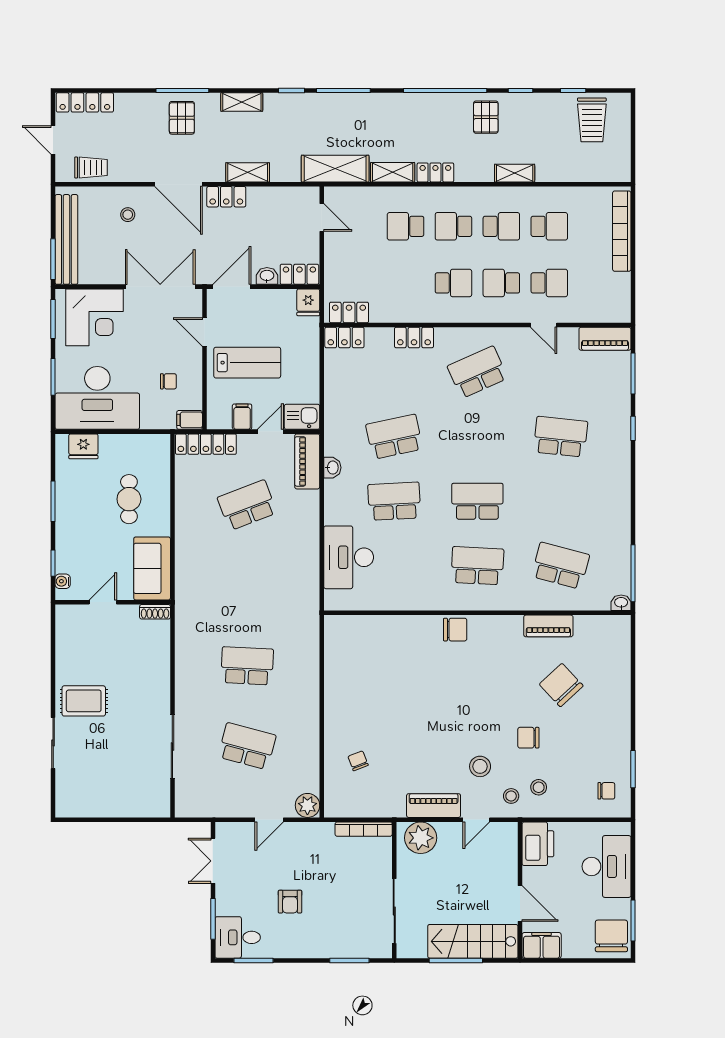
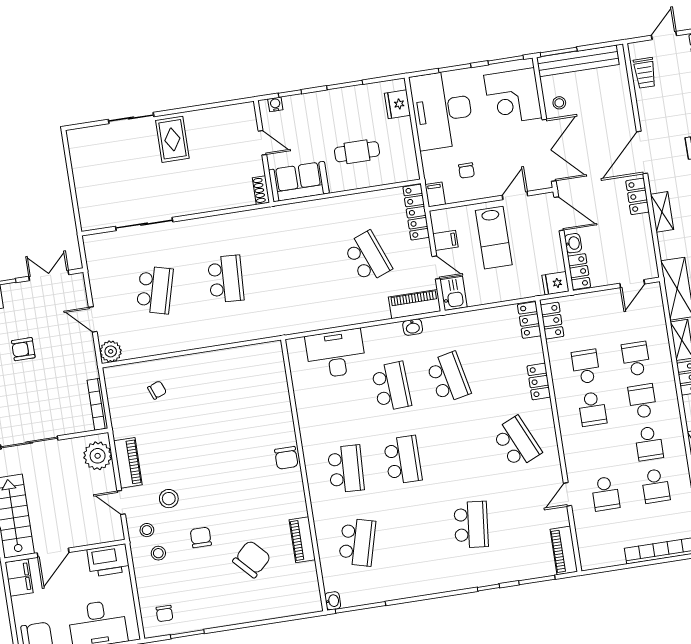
stool: (128, 215) -> (559, 103), moved
school desk: (501, 283) -> (586, 367), moved

